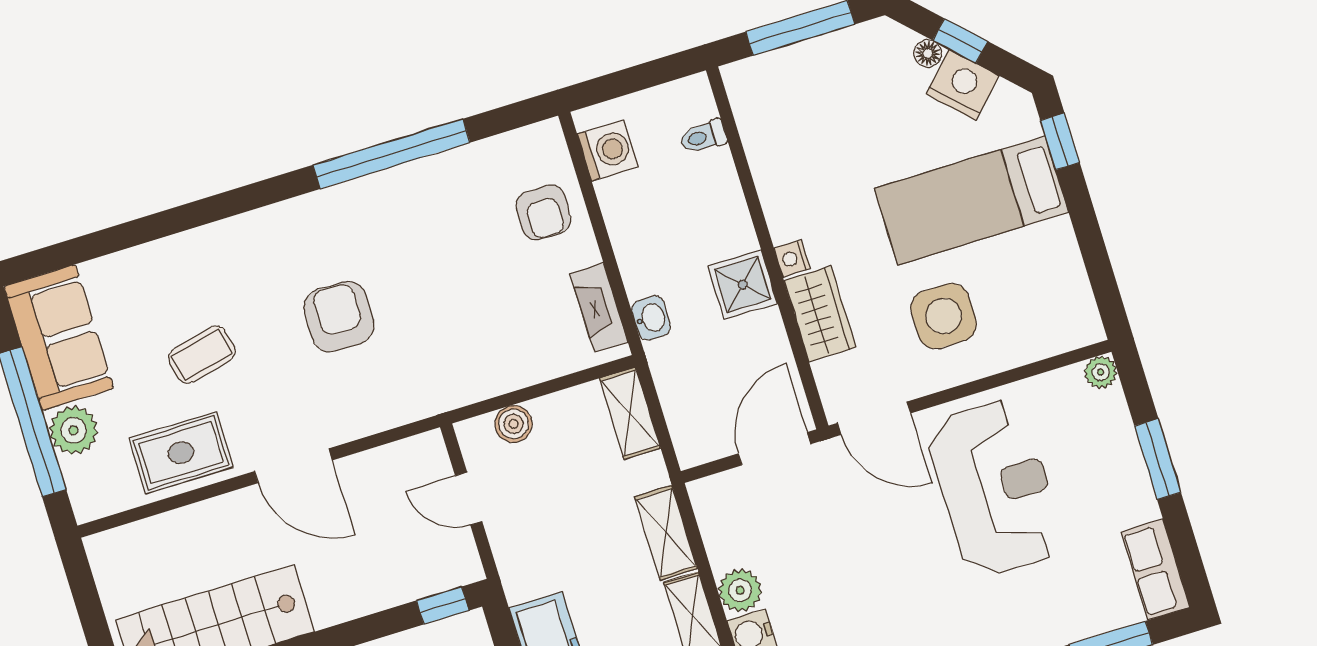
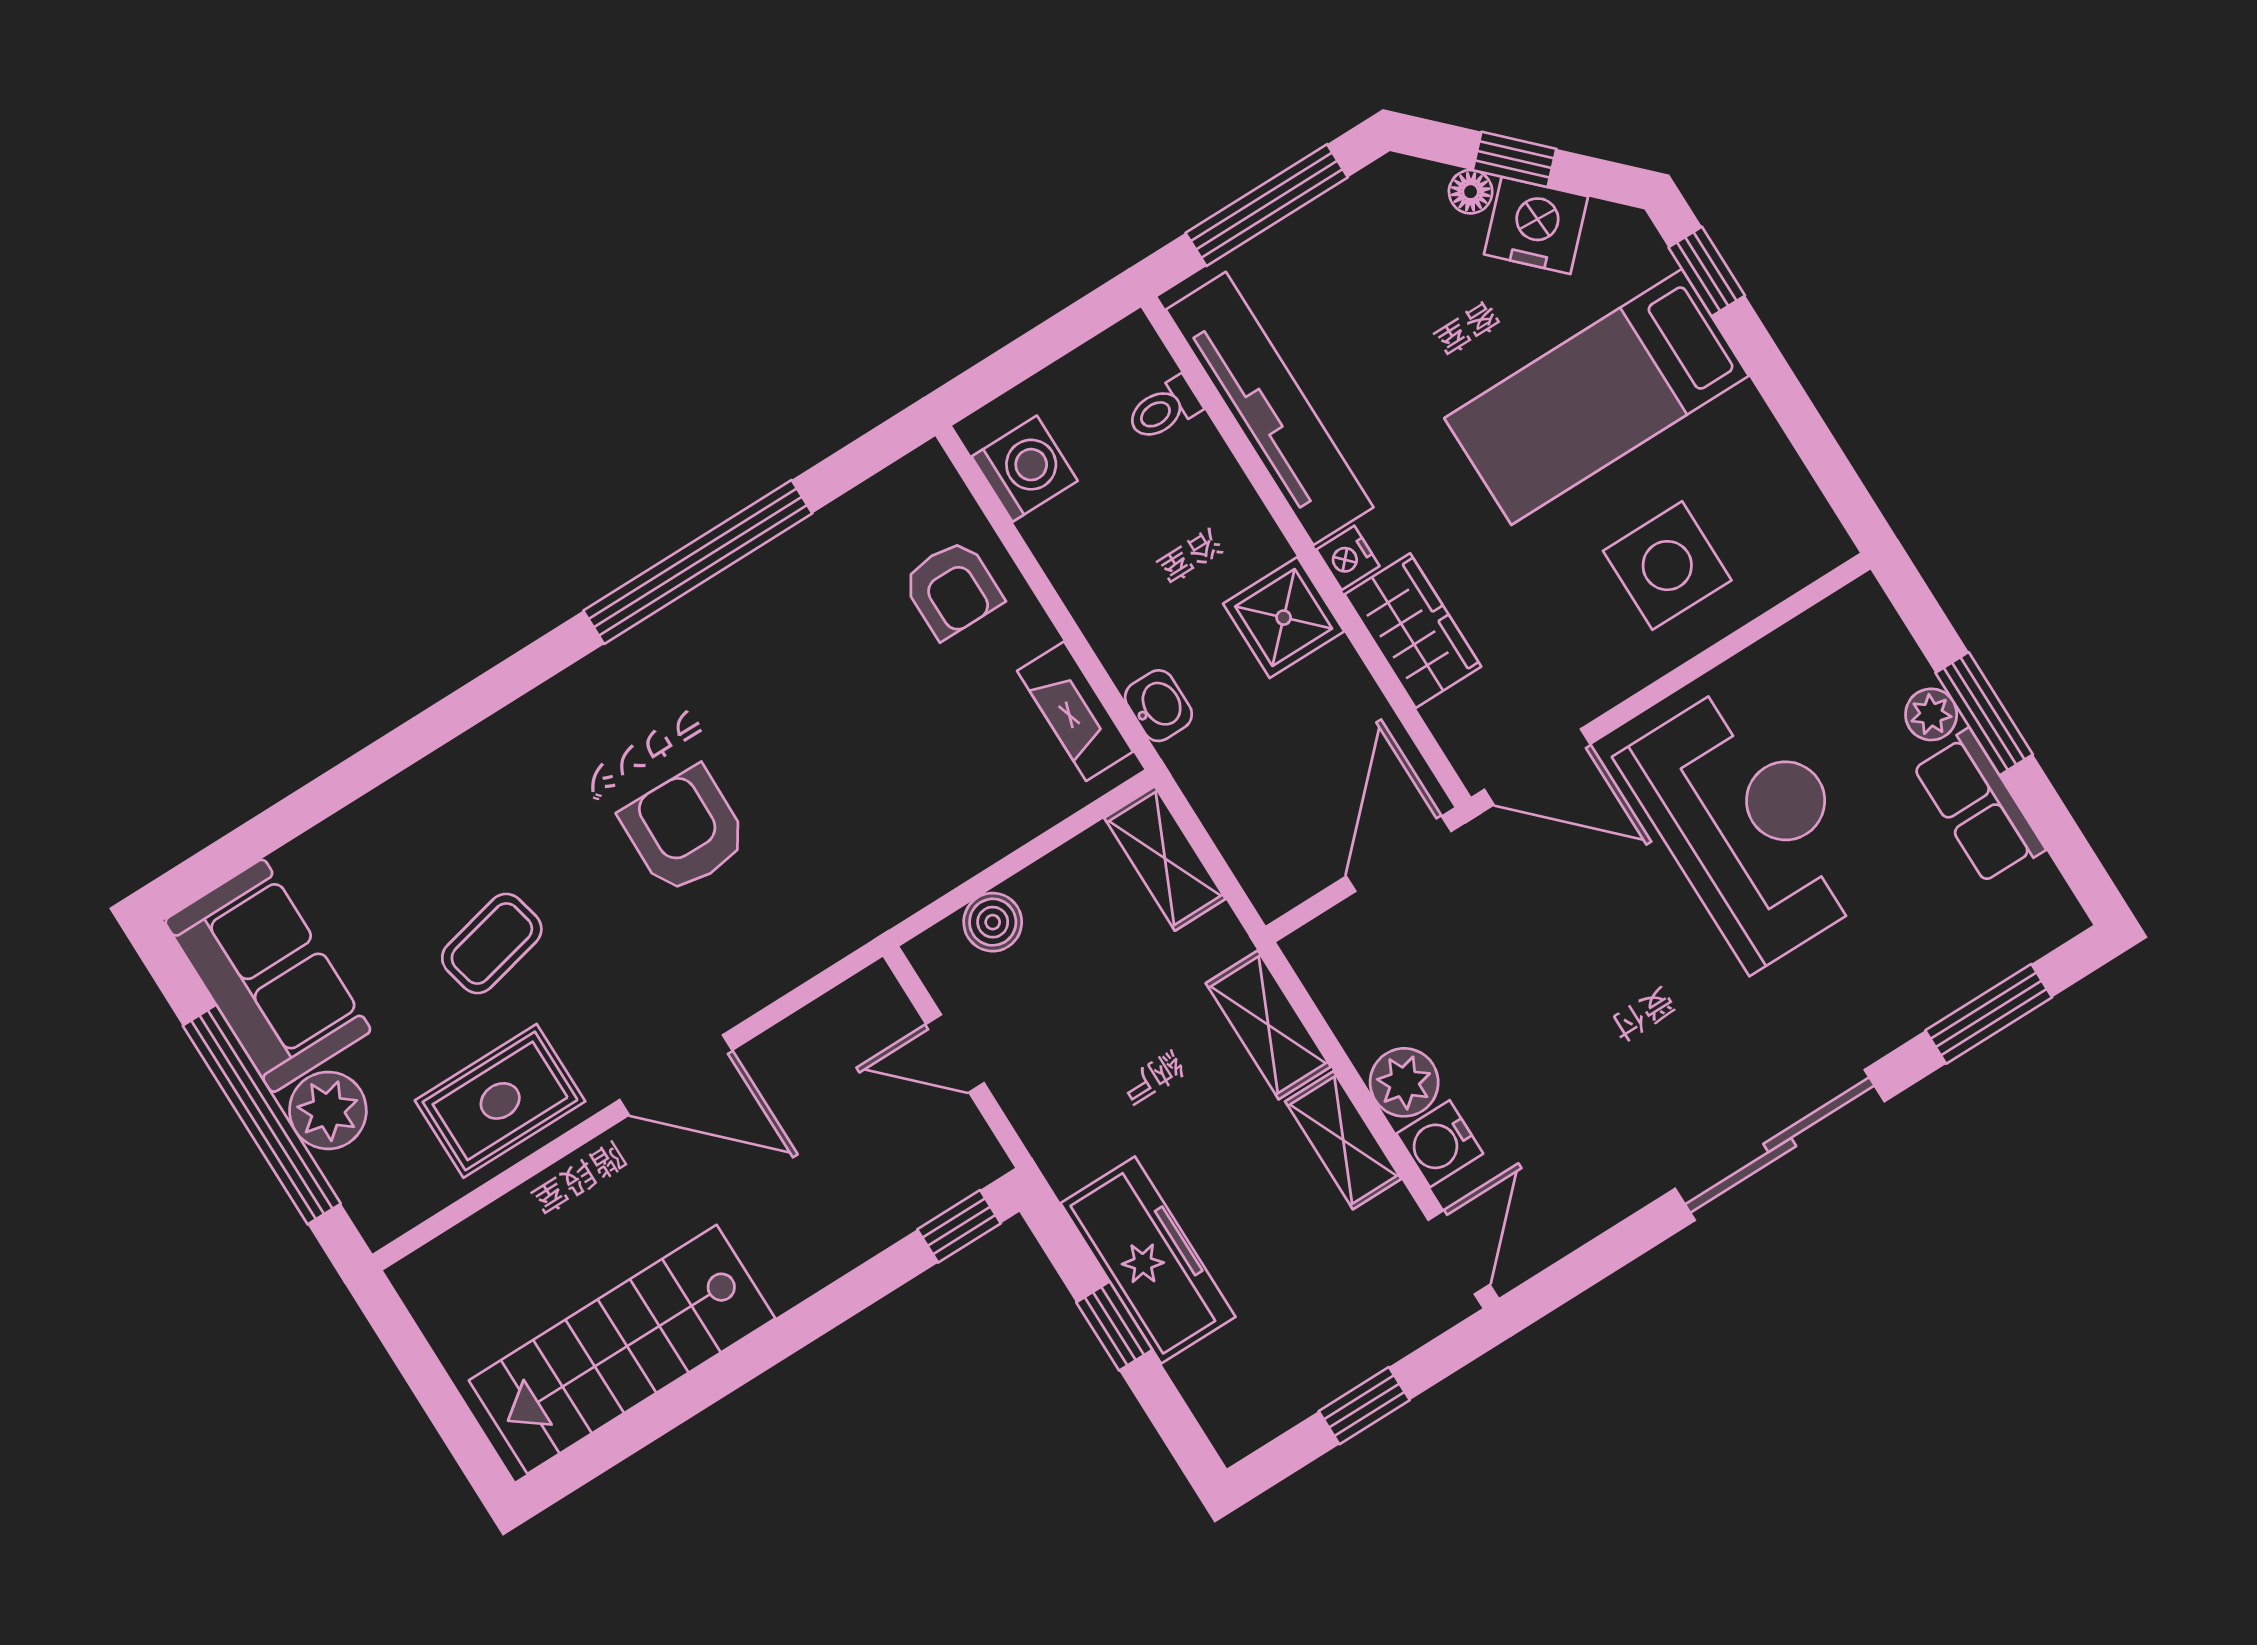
tv unit: (768, 154) -> (1270, 408), added
side table: (944, 316) -> (1667, 566), moved
plant: (1101, 372) -> (1931, 714), moved
row of seats: (1155, 569) -> (1978, 807), moved

